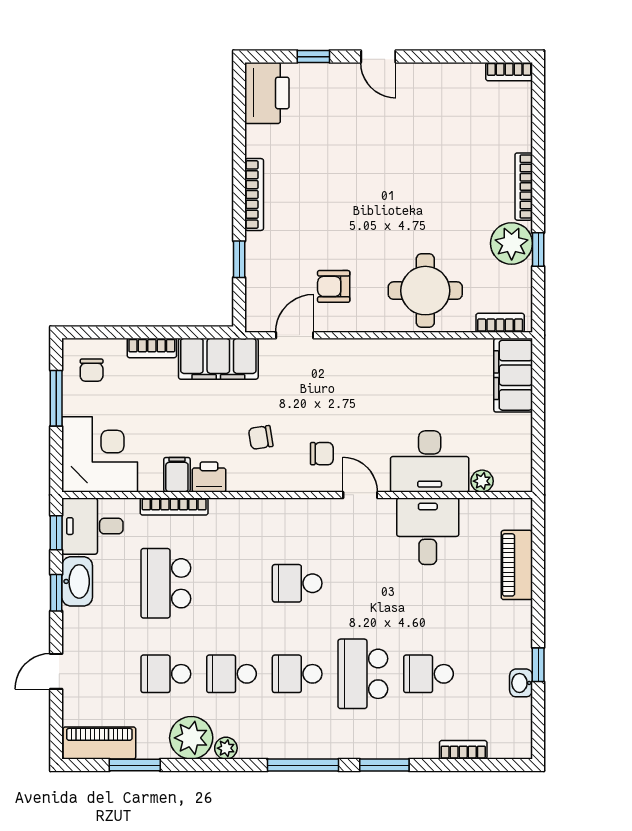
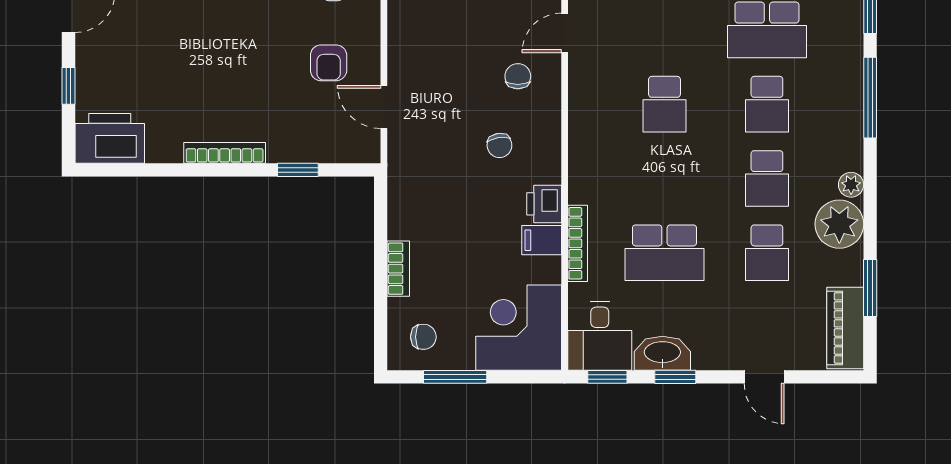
filing cabinet: (218, 359) -> (410, 193), removed

